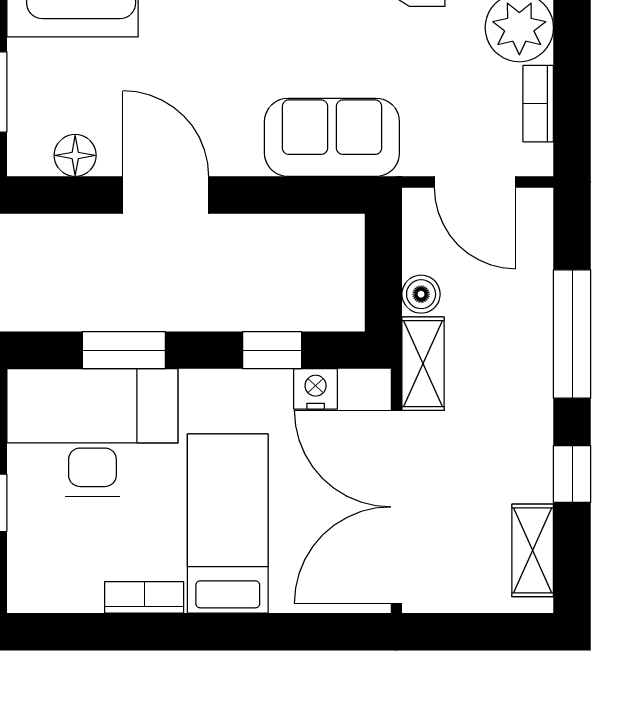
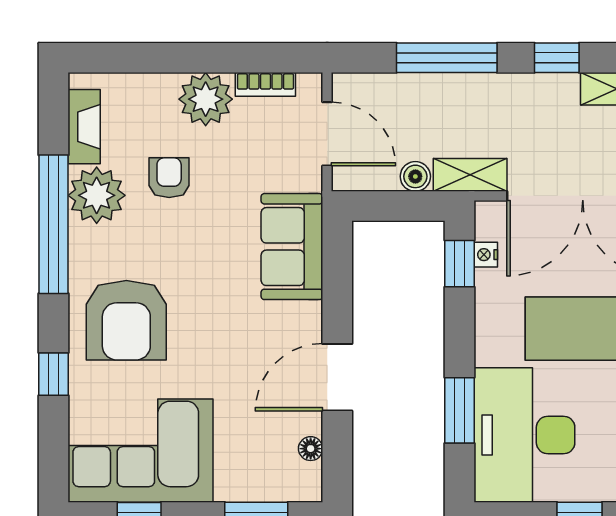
floor lamp: (75, 155) -> (311, 449), width x0.73, depth x0.73
door: (475, 182) -> (327, 134), hinge flipped
window: (272, 350) -> (459, 264), moved
nightstand: (316, 389) -> (486, 255), width x0.72, depth x0.74

